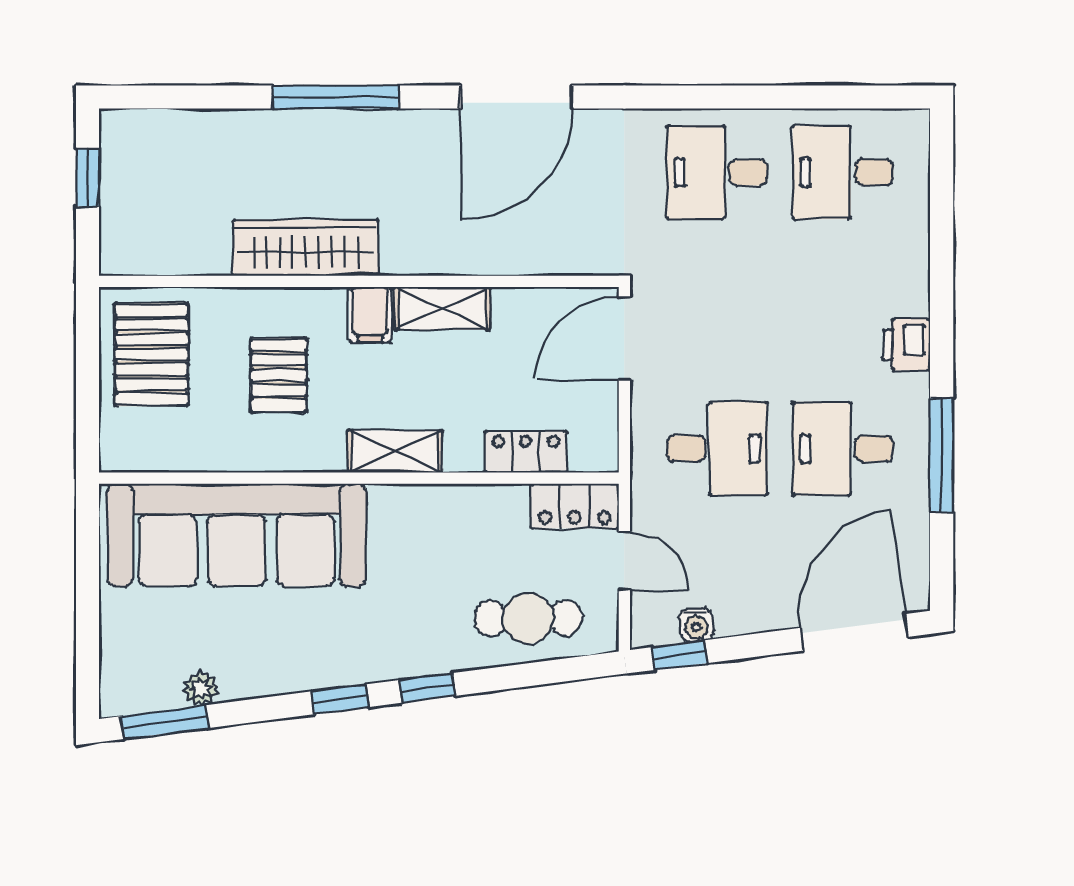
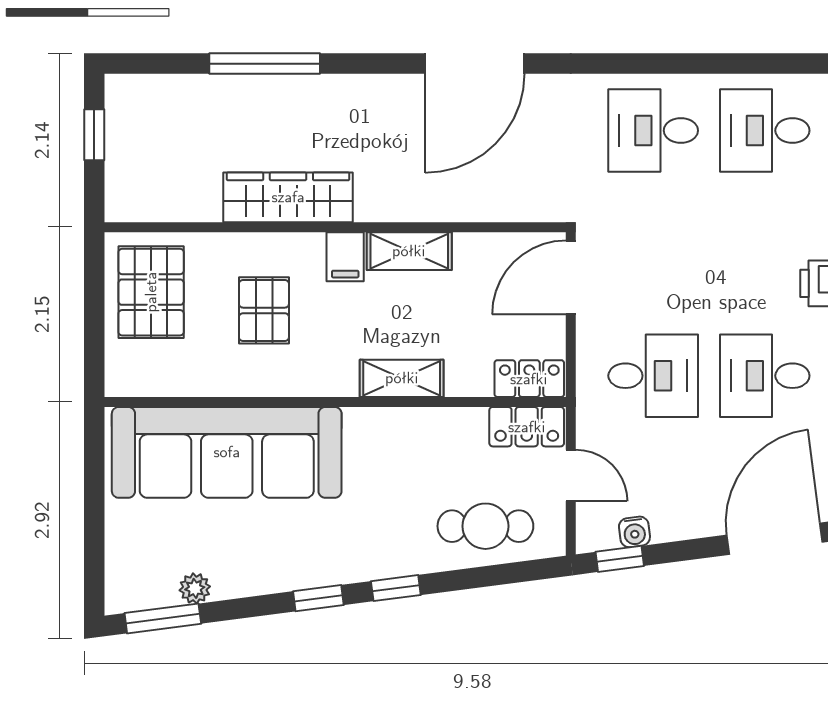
window: (335, 97) -> (265, 64), moved
shelving: (395, 452) -> (402, 378), moved
locker: (526, 452) -> (529, 379), moved

